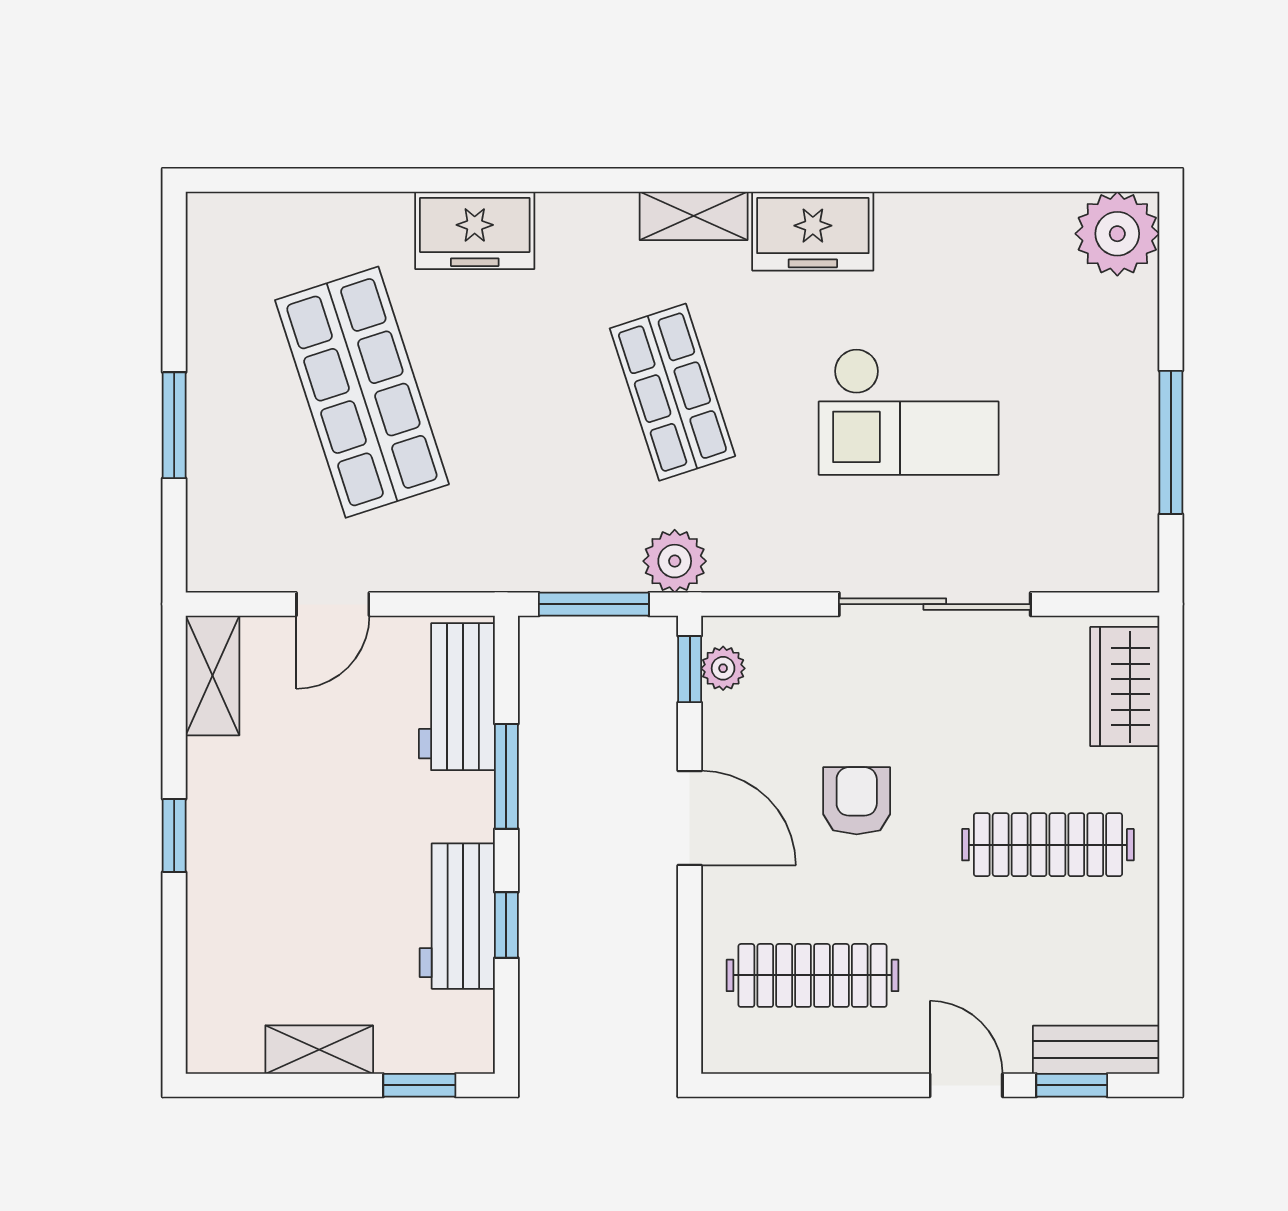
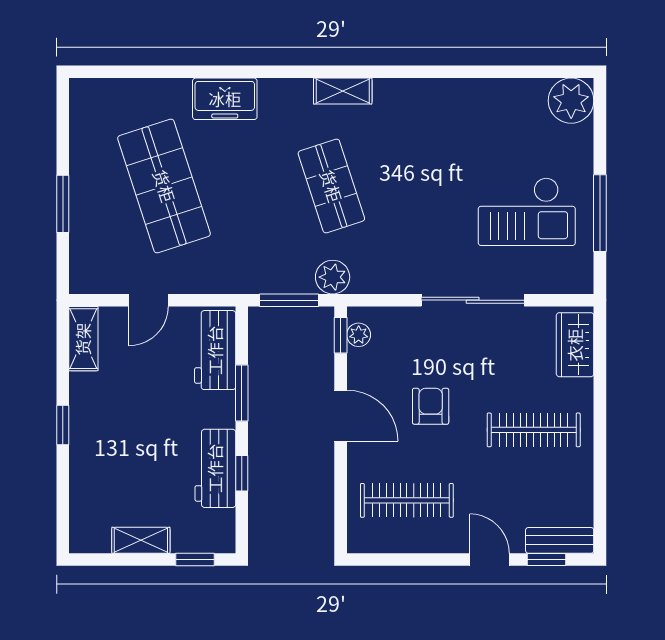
freezer: (813, 231) -> (407, 99), removed
checkout: (909, 412) -> (527, 212), moved

